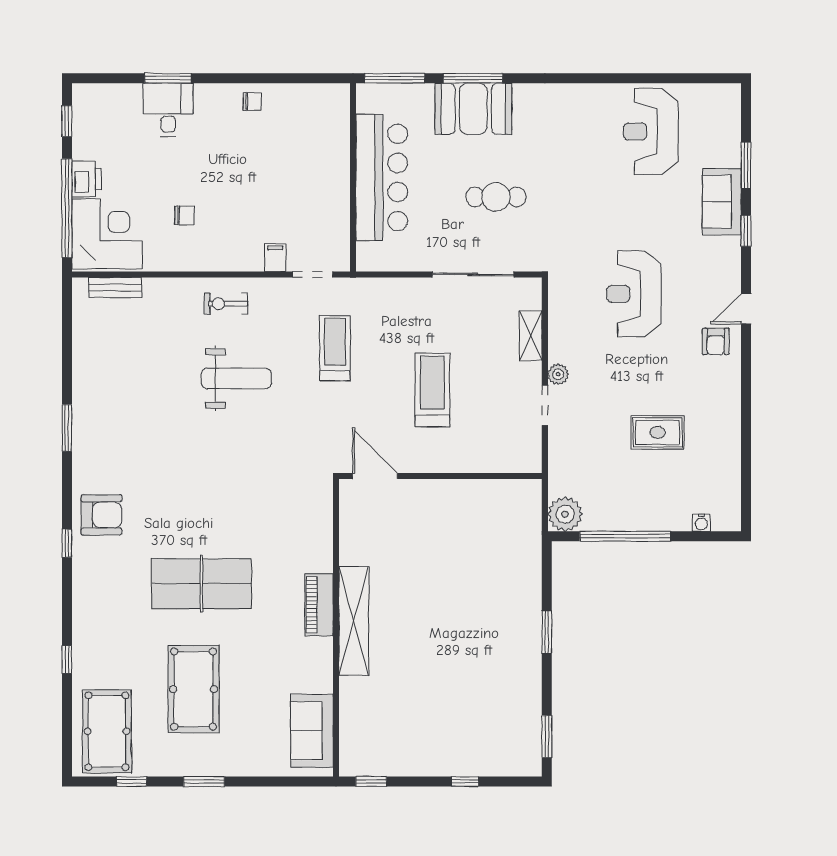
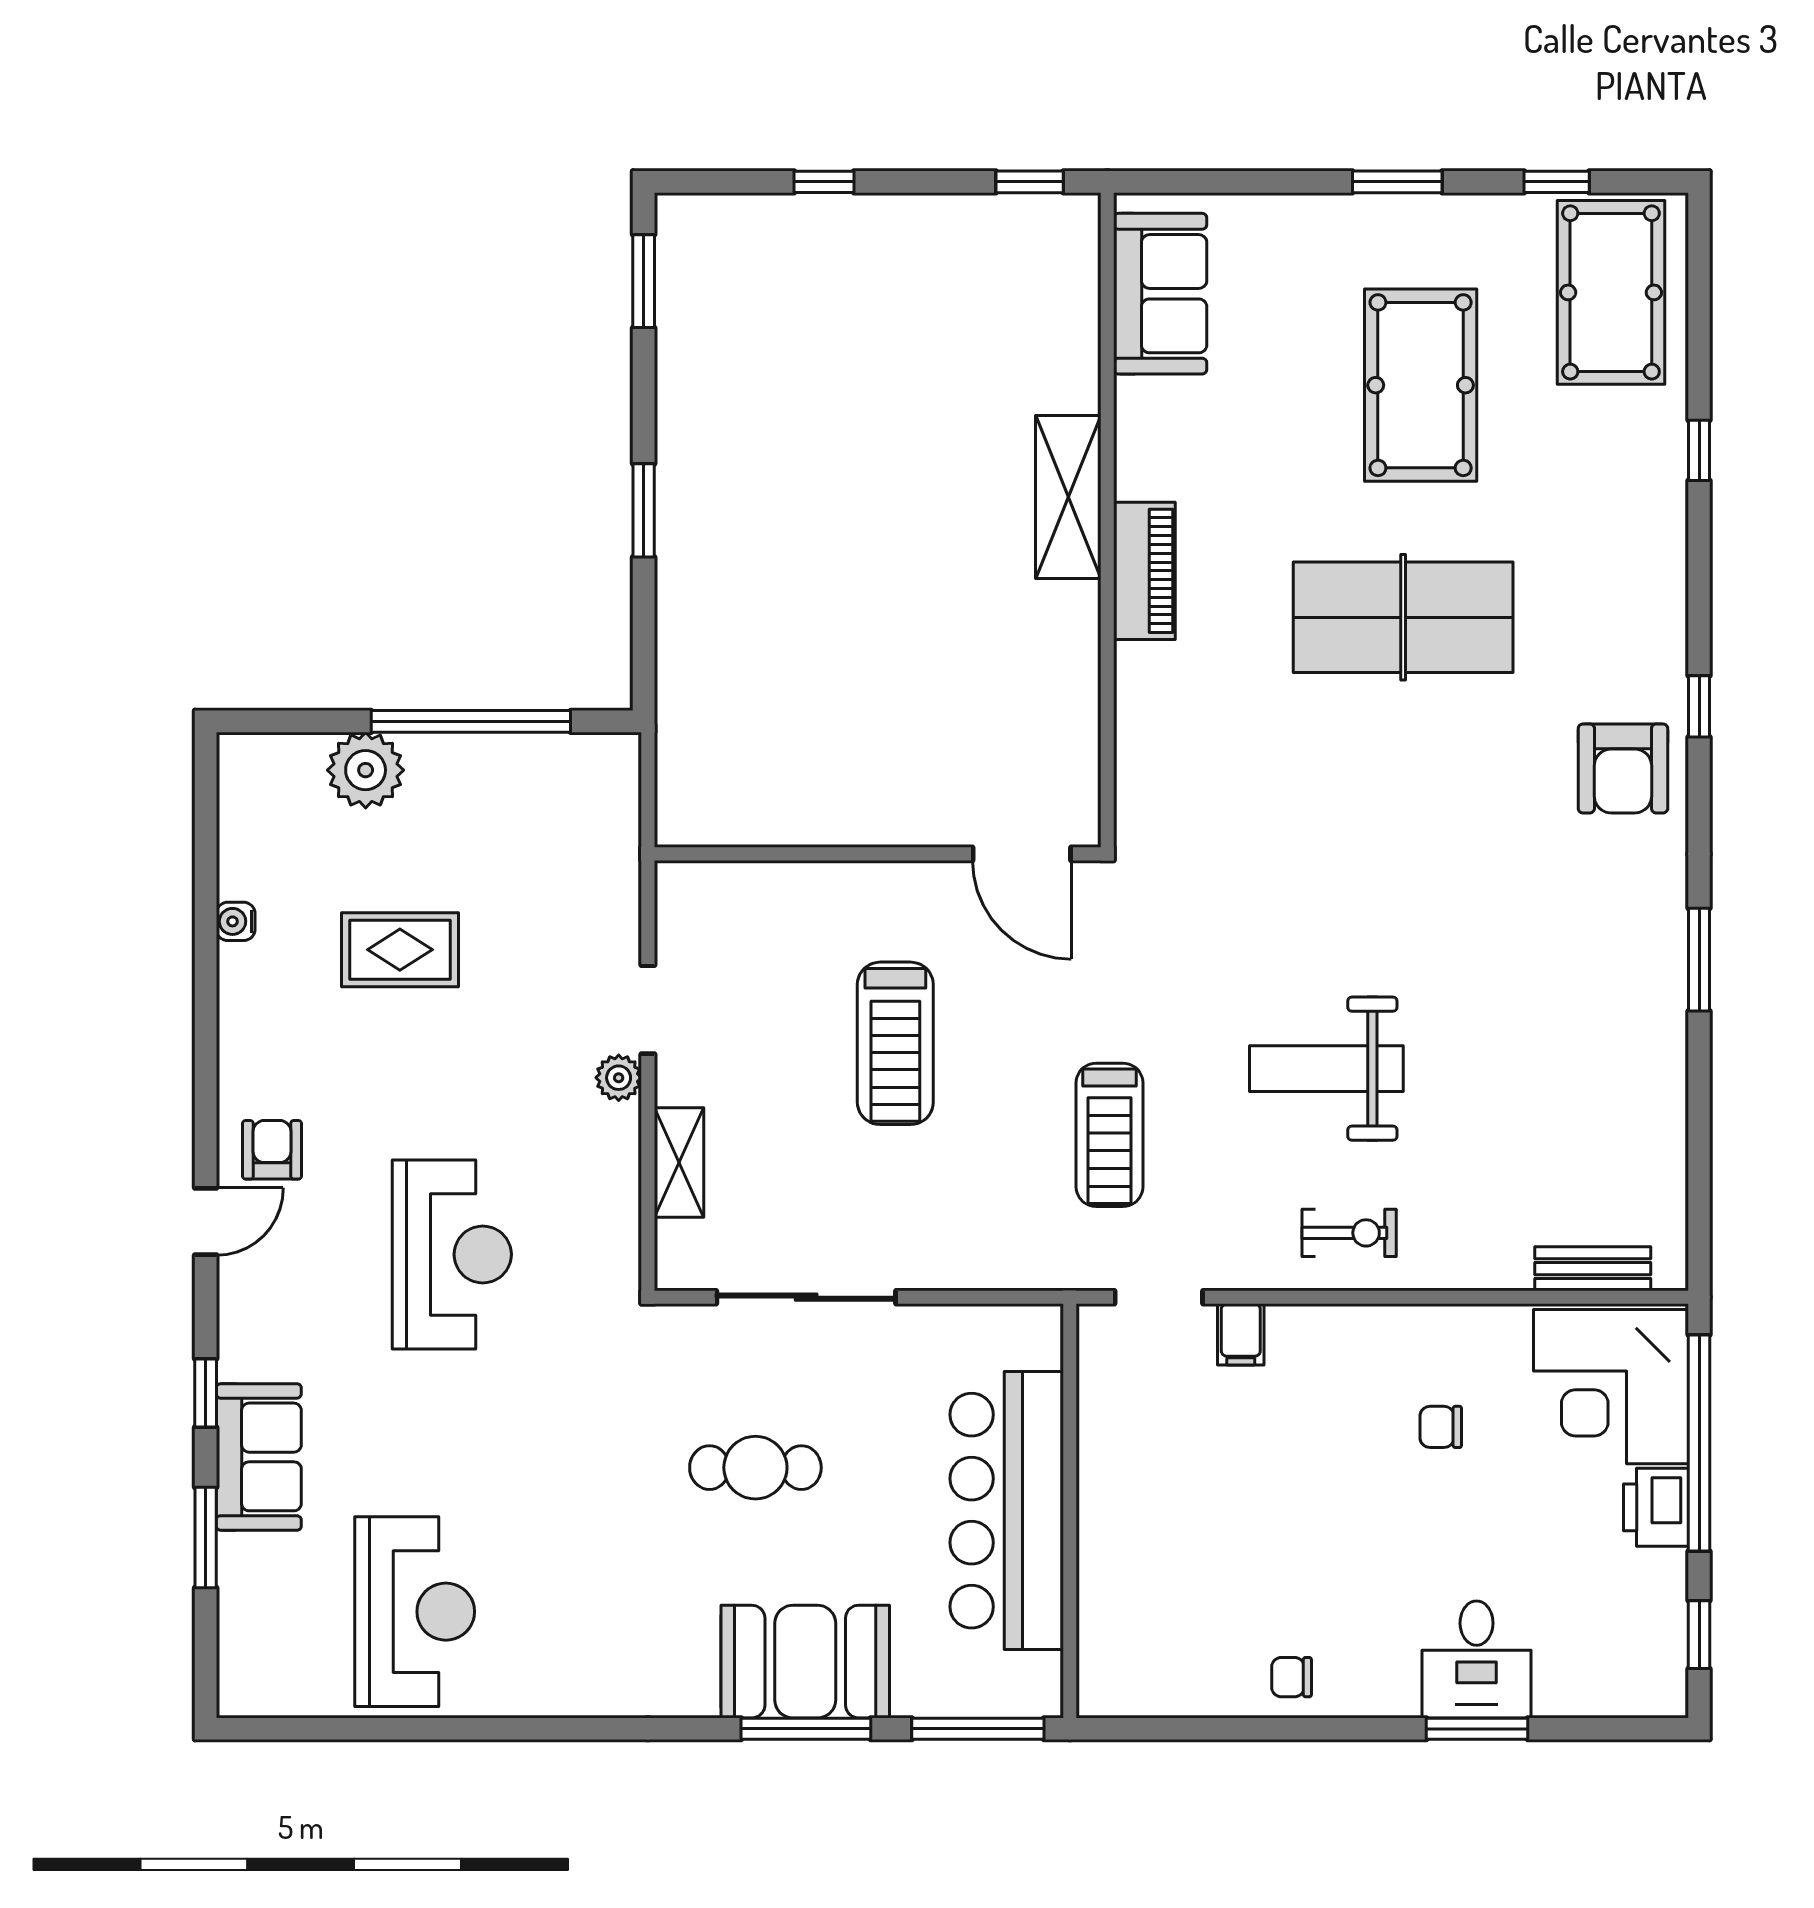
plant: (565, 514) -> (366, 770), moved
armchair: (101, 515) -> (1623, 768), turned -90
water cooler: (701, 523) -> (236, 921), moved, turned -90
shelving: (354, 621) -> (1068, 497), width x0.68

